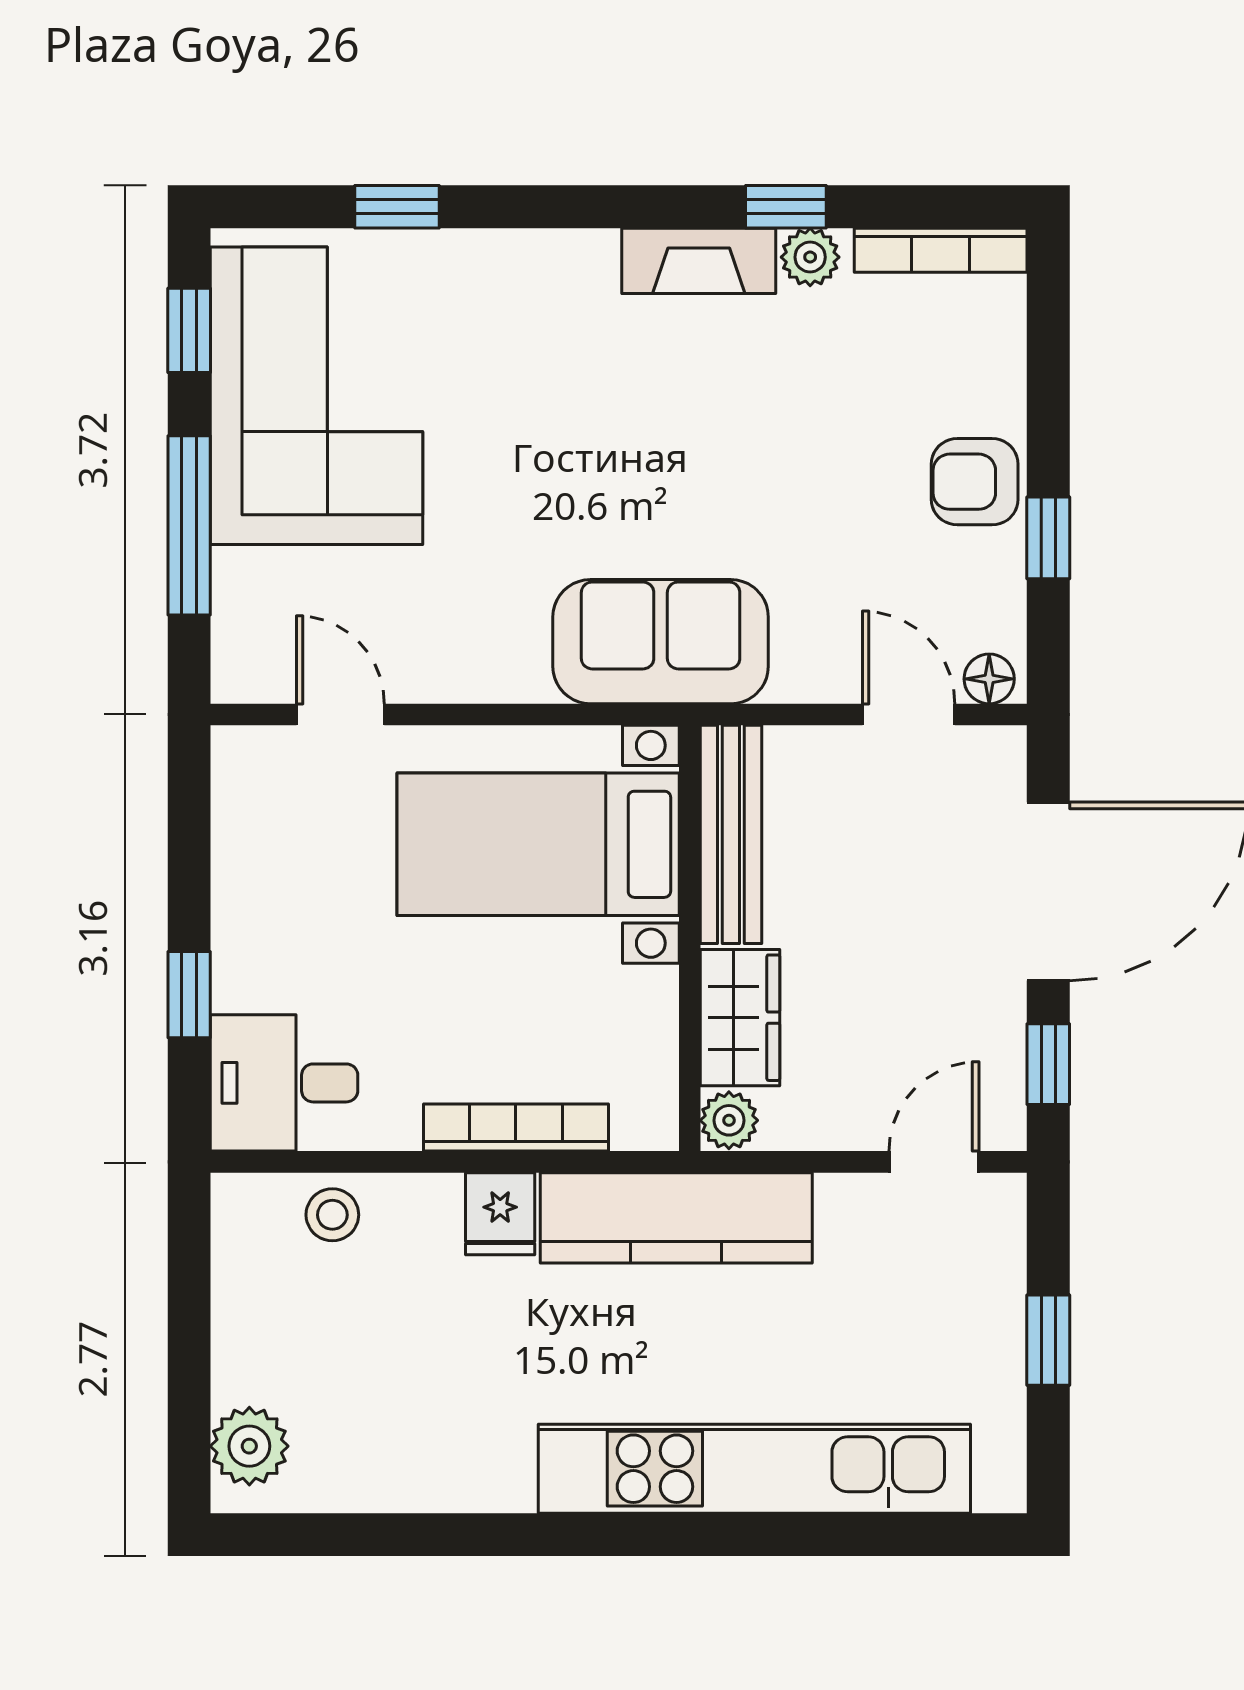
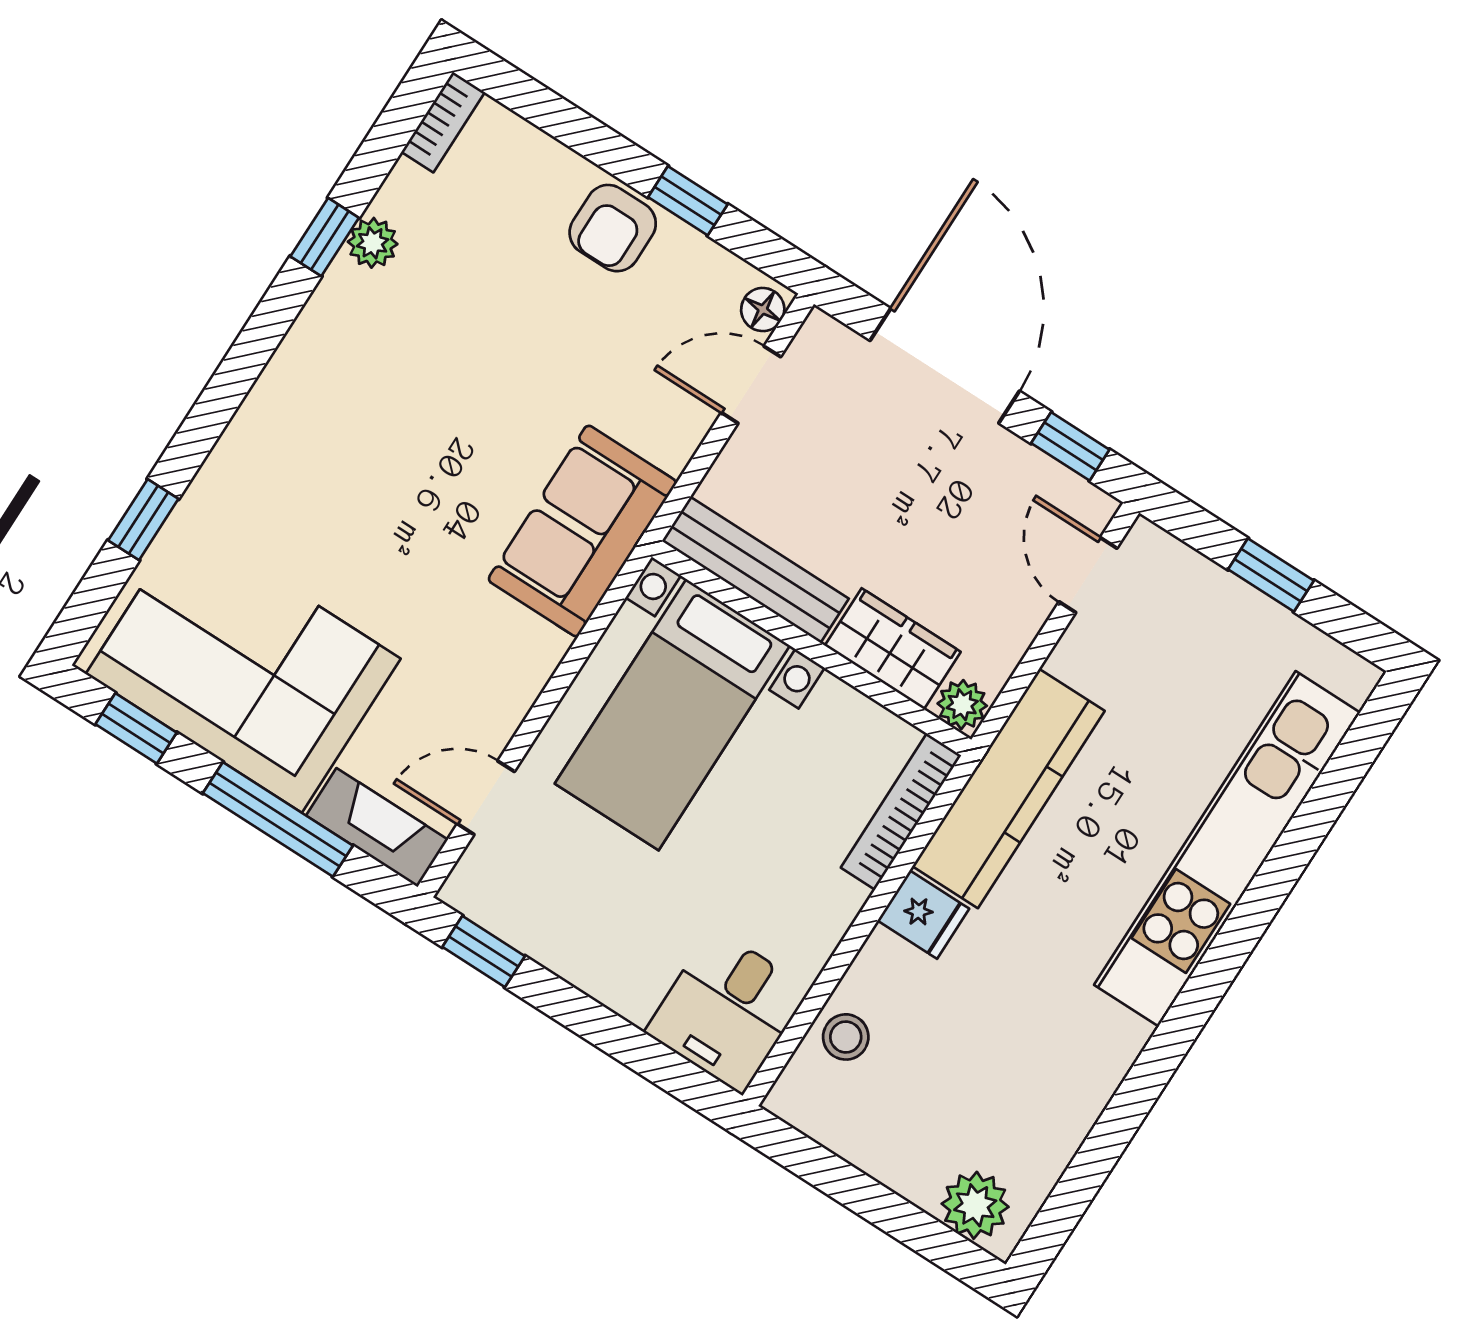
bookcase: (941, 250) -> (443, 122), width x0.64
fireplace: (699, 261) -> (377, 828), moved, turned -90
window: (189, 995) -> (484, 952), moved
bookcase: (516, 1128) -> (901, 812), moved

